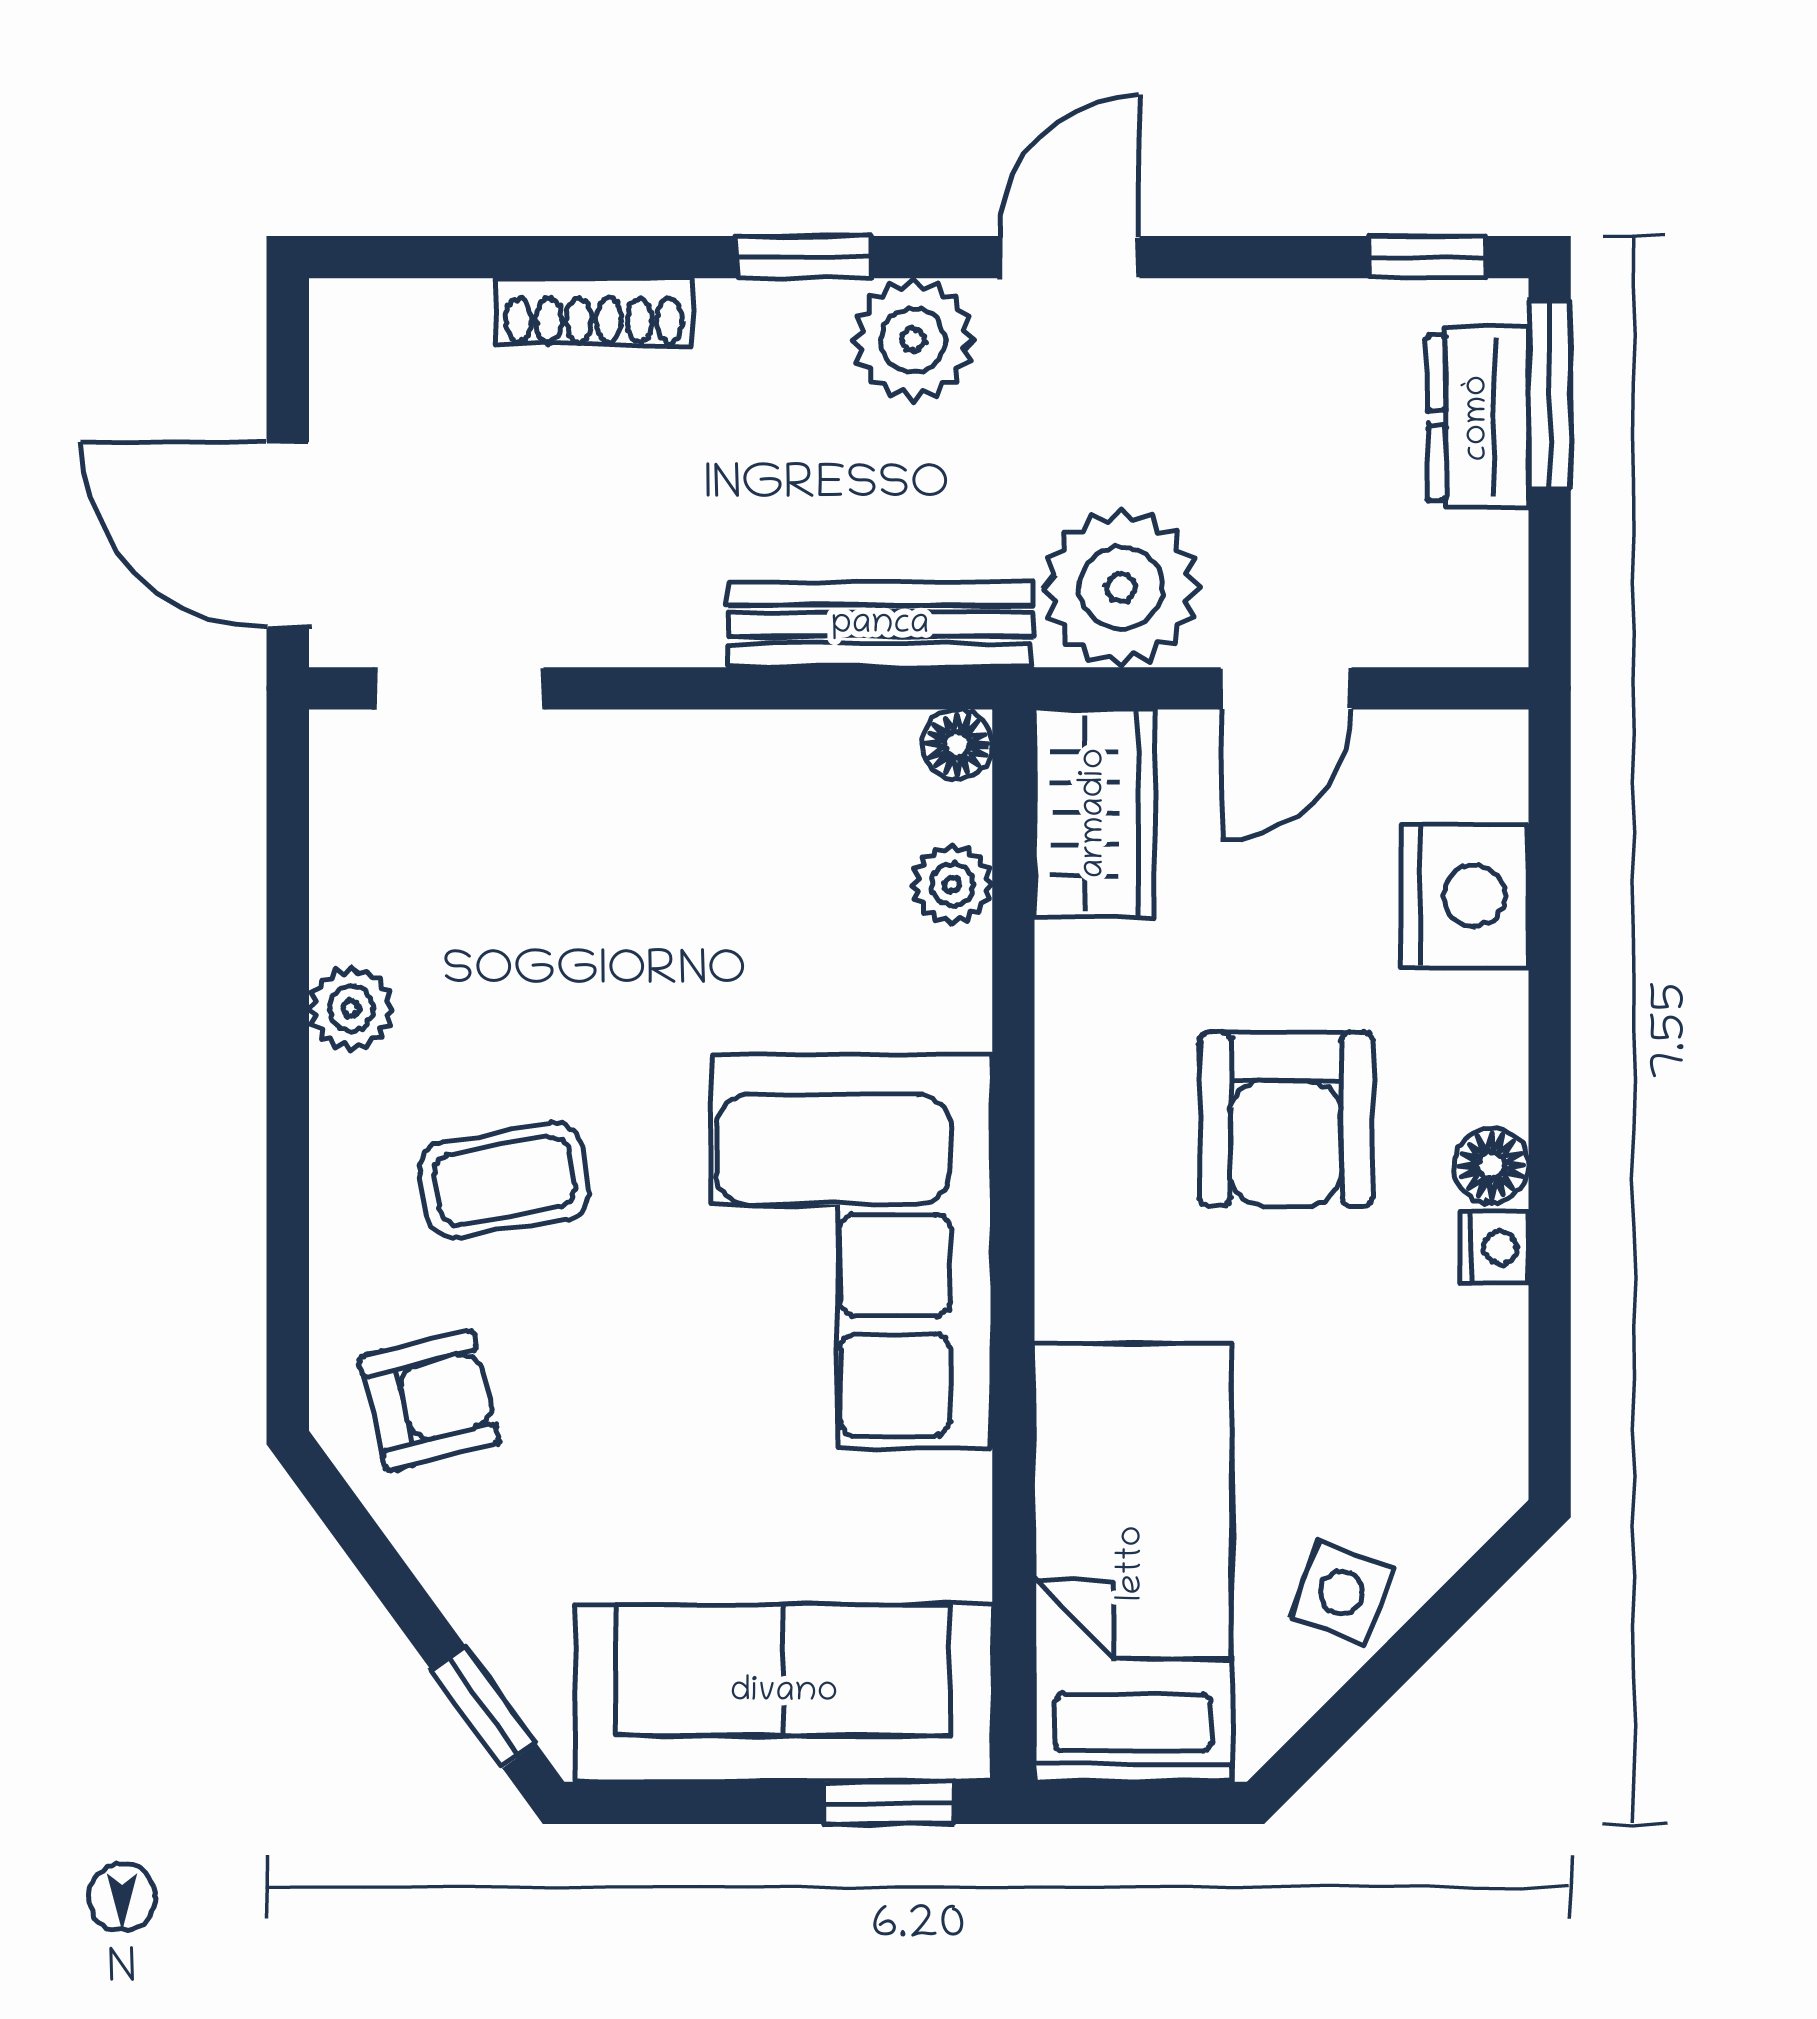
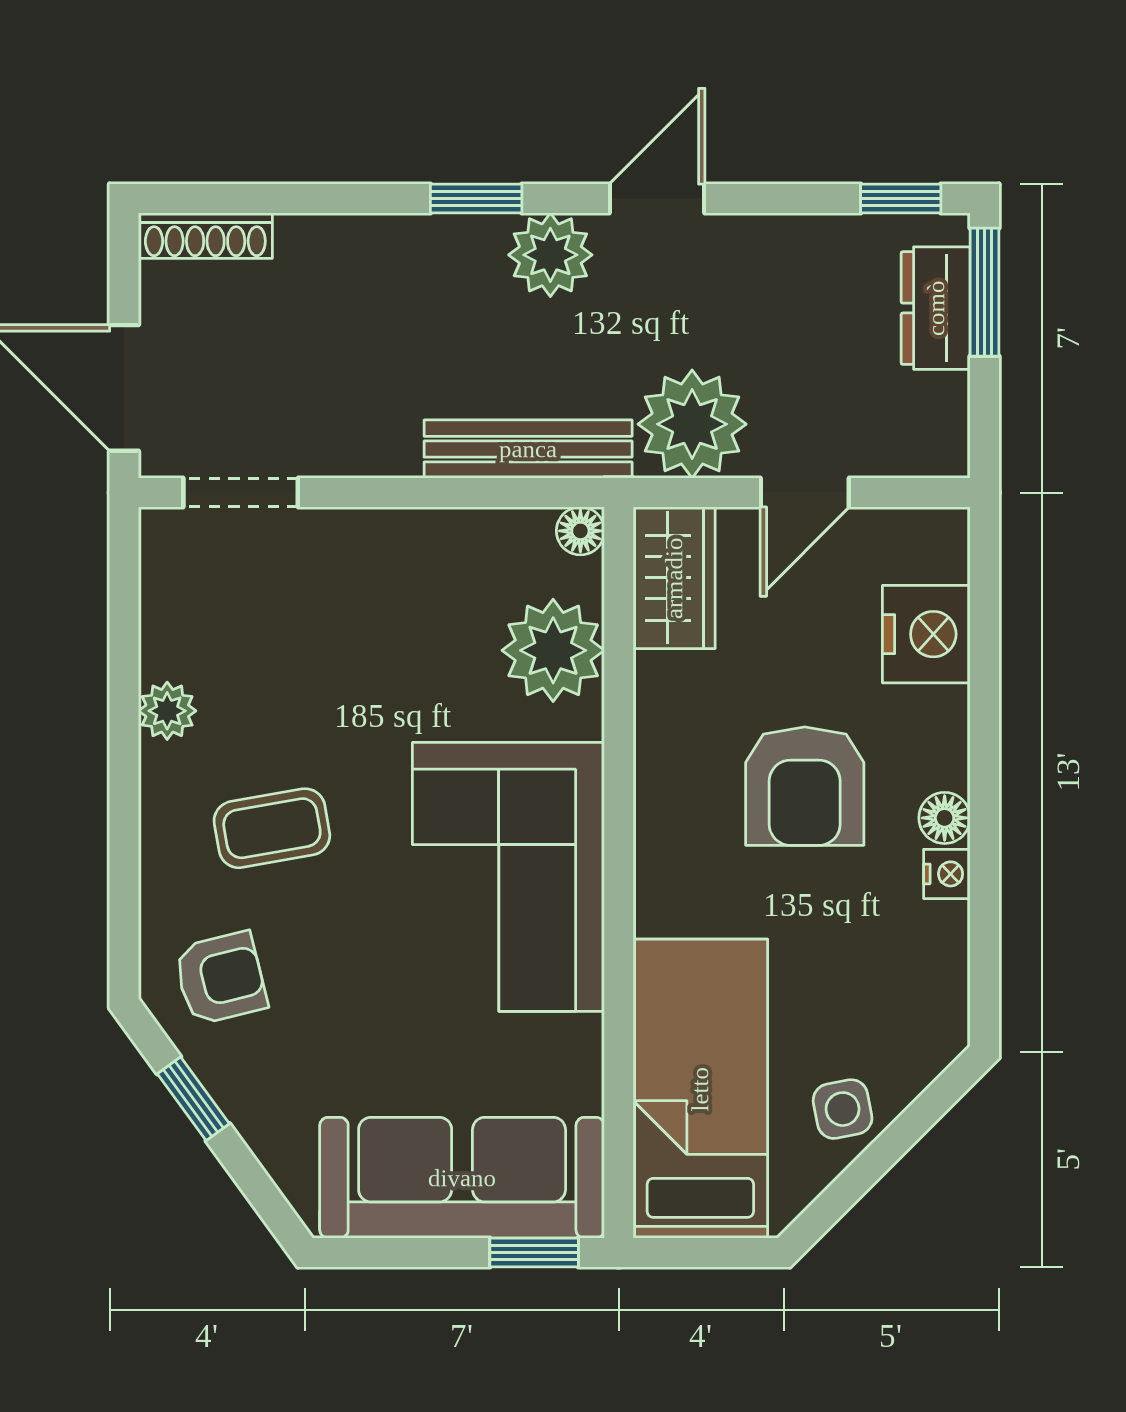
shoe rack: (594, 312) -> (205, 236), moved
plant: (952, 885) -> (553, 650), width x1.87, depth x1.87
side table: (1342, 1592) -> (843, 1109), turned -31
window: (484, 1707) -> (193, 1099), moved

